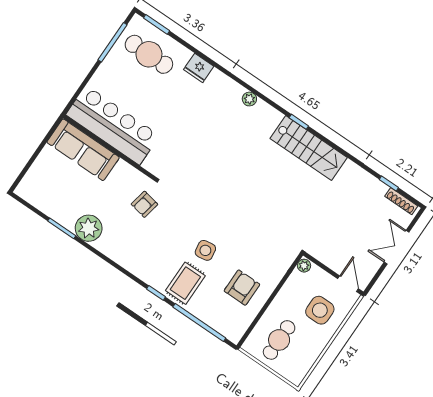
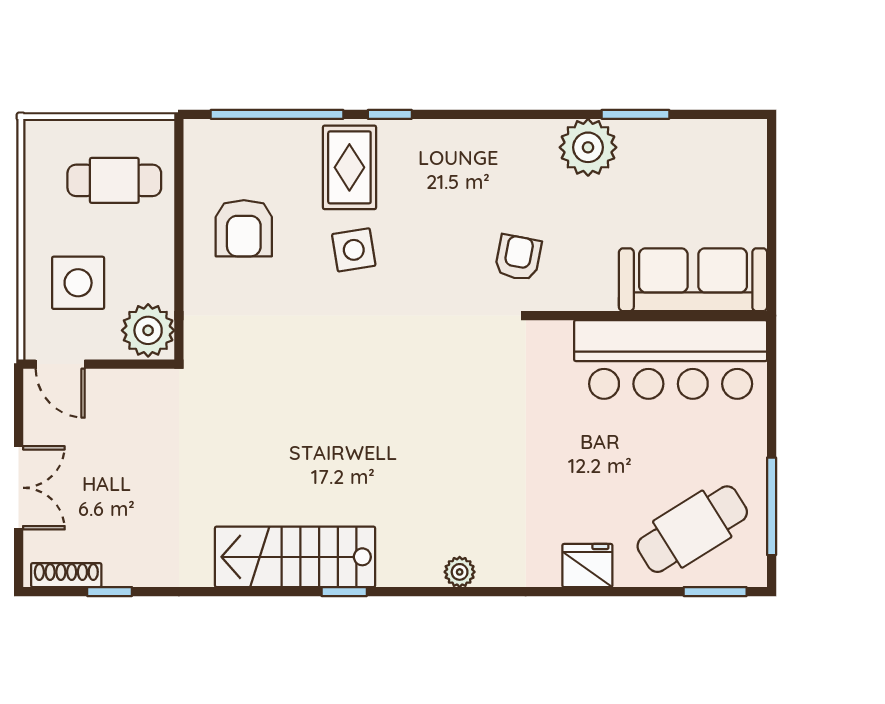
cafe table: (149, 54) -> (692, 529), turned -32
plant: (304, 266) -> (148, 330), width x1.88, depth x1.88
cafe table: (279, 340) -> (114, 180), turned 90

